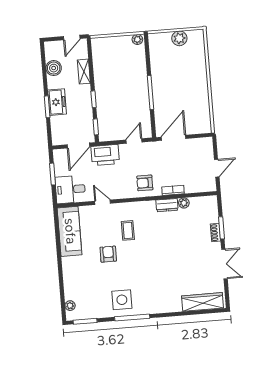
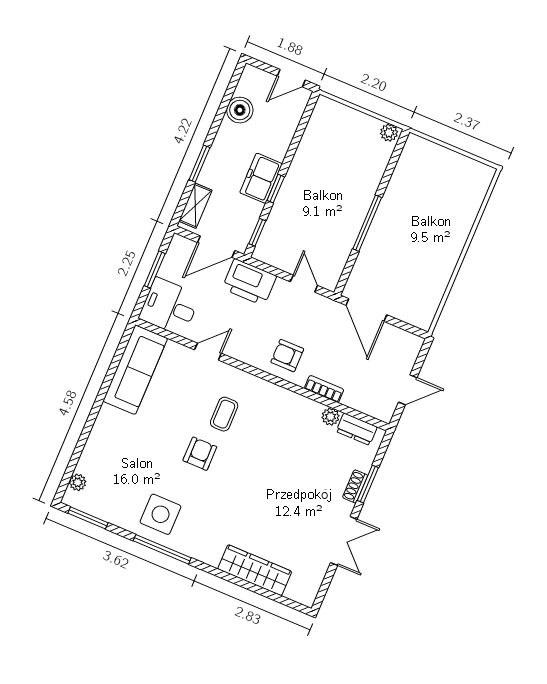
plant: (179, 38) -> (453, 164), removed
shelving: (84, 72) -> (195, 206), moved
freezer: (57, 102) -> (261, 178), moved, turned 180
door: (174, 138) -> (366, 310), swing flipped
door: (134, 141) -> (304, 284), hinge flipped
door: (102, 202) -> (208, 352), hinge flipped
dresser: (167, 205) -> (357, 429), moved
armchair: (108, 254) -> (200, 454), moved
wardrobe: (203, 302) -> (255, 570), moved

